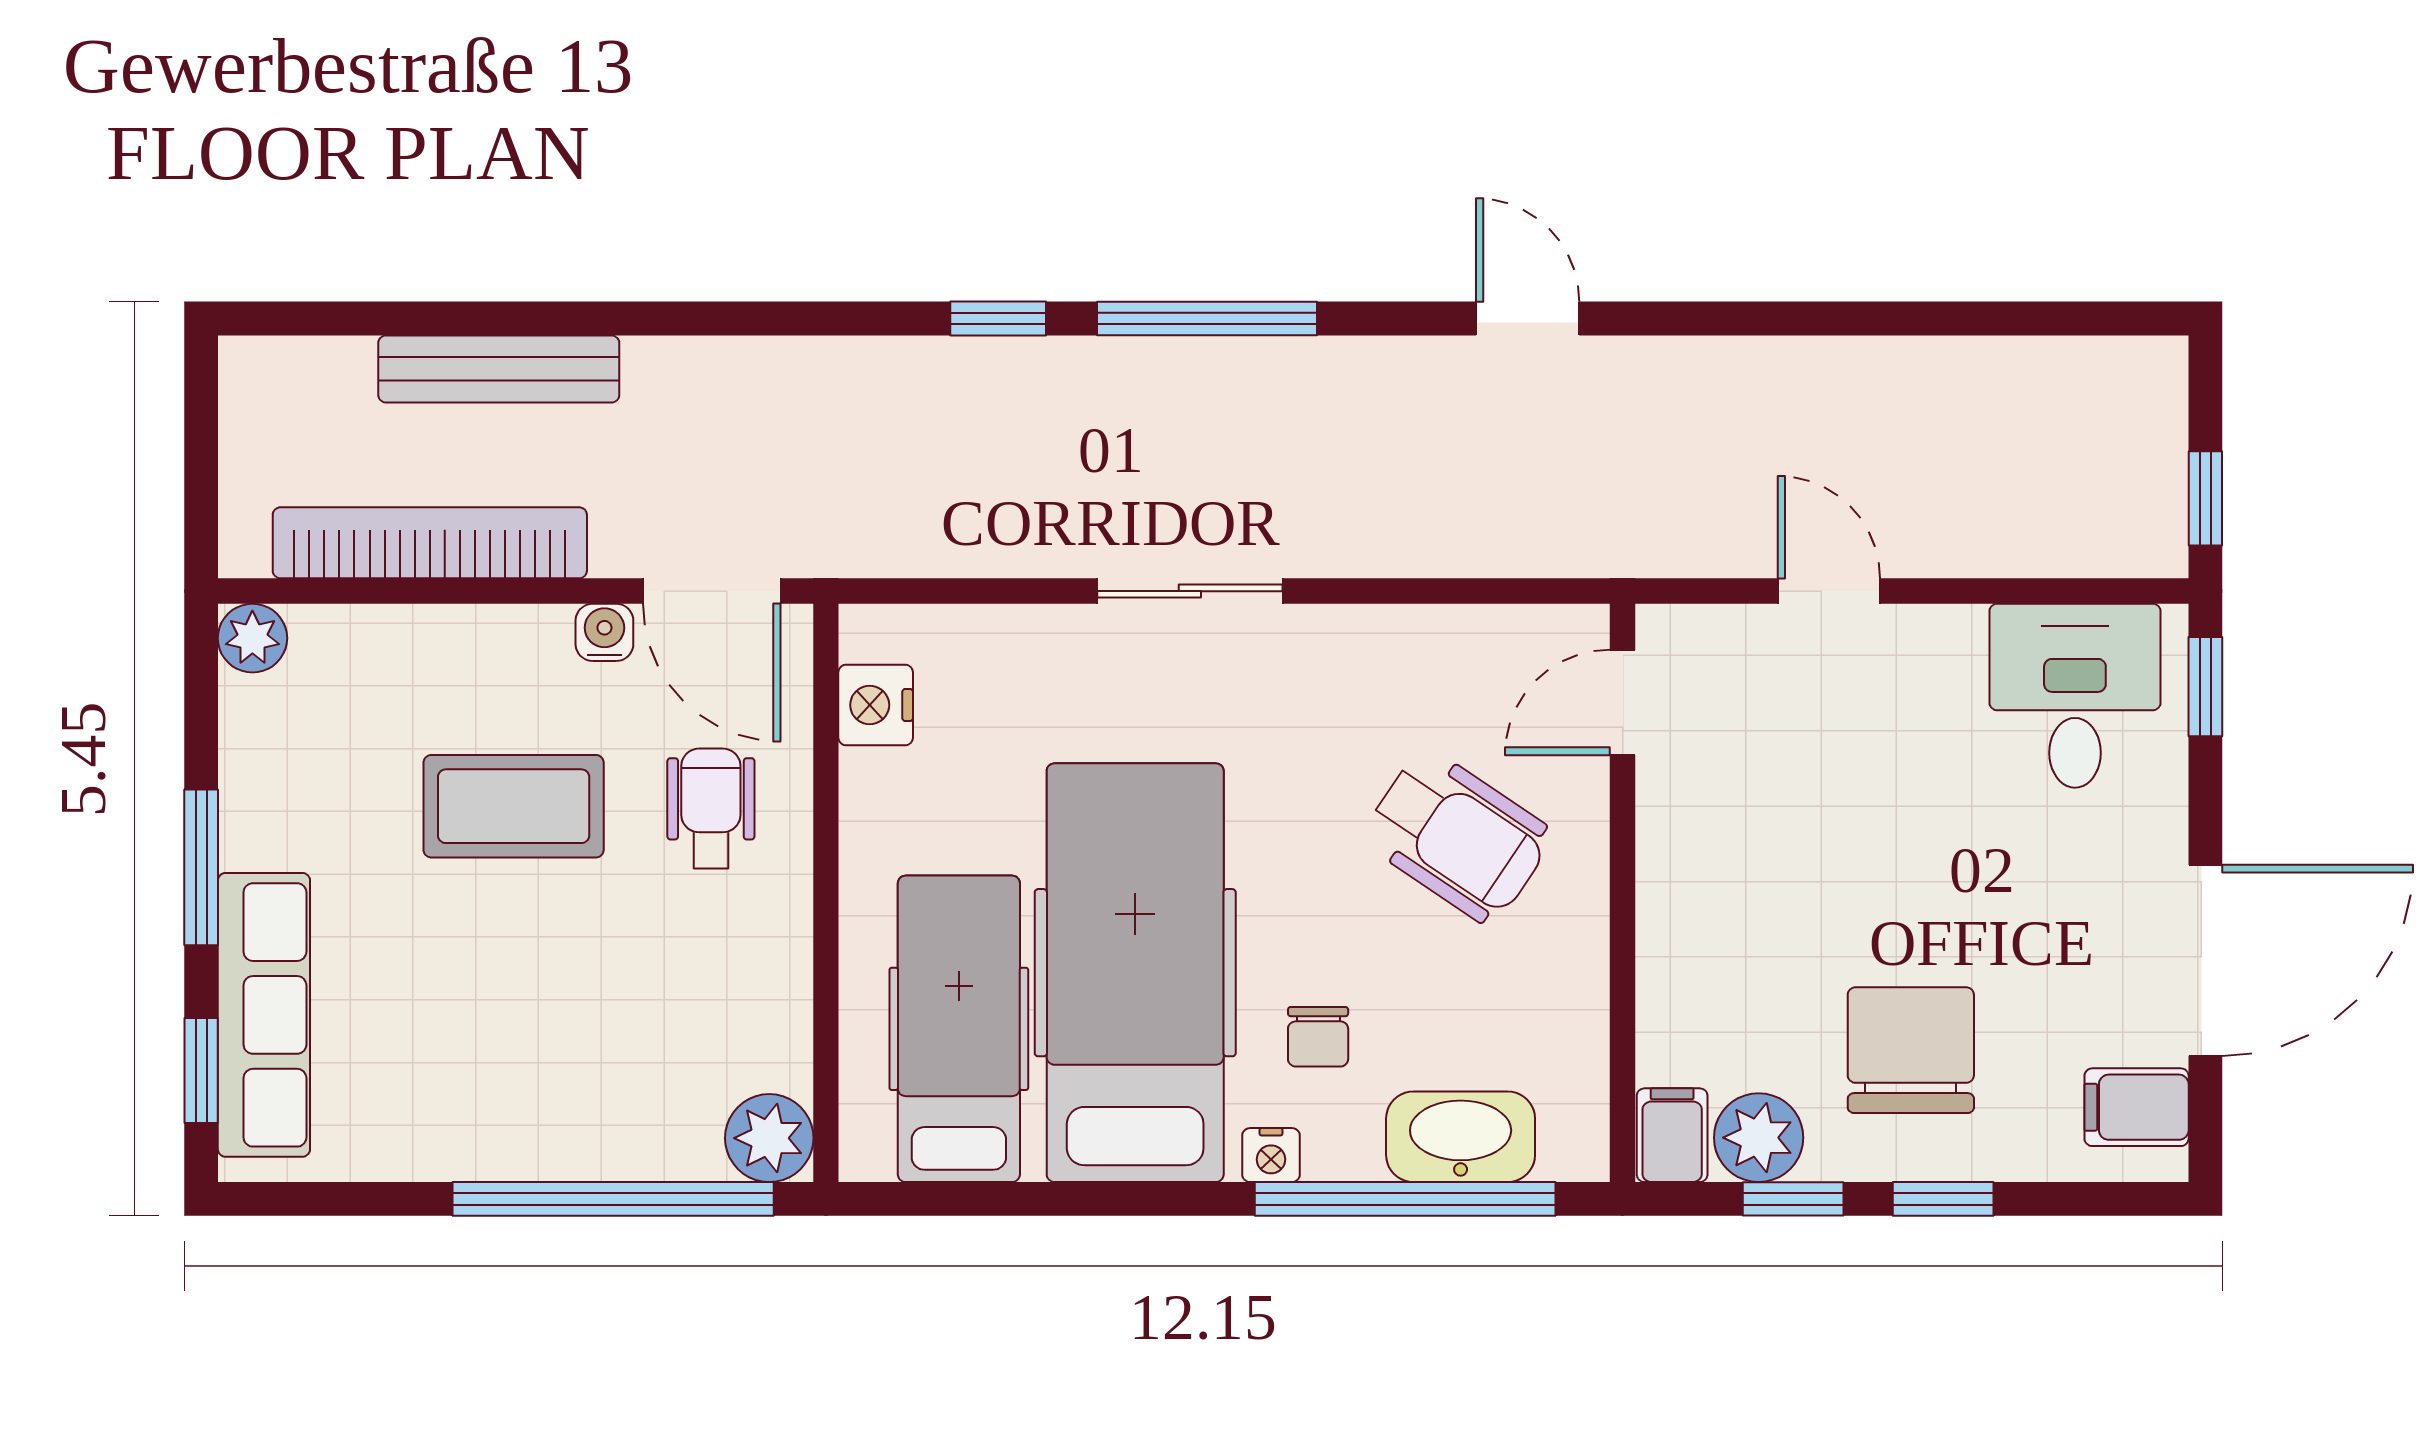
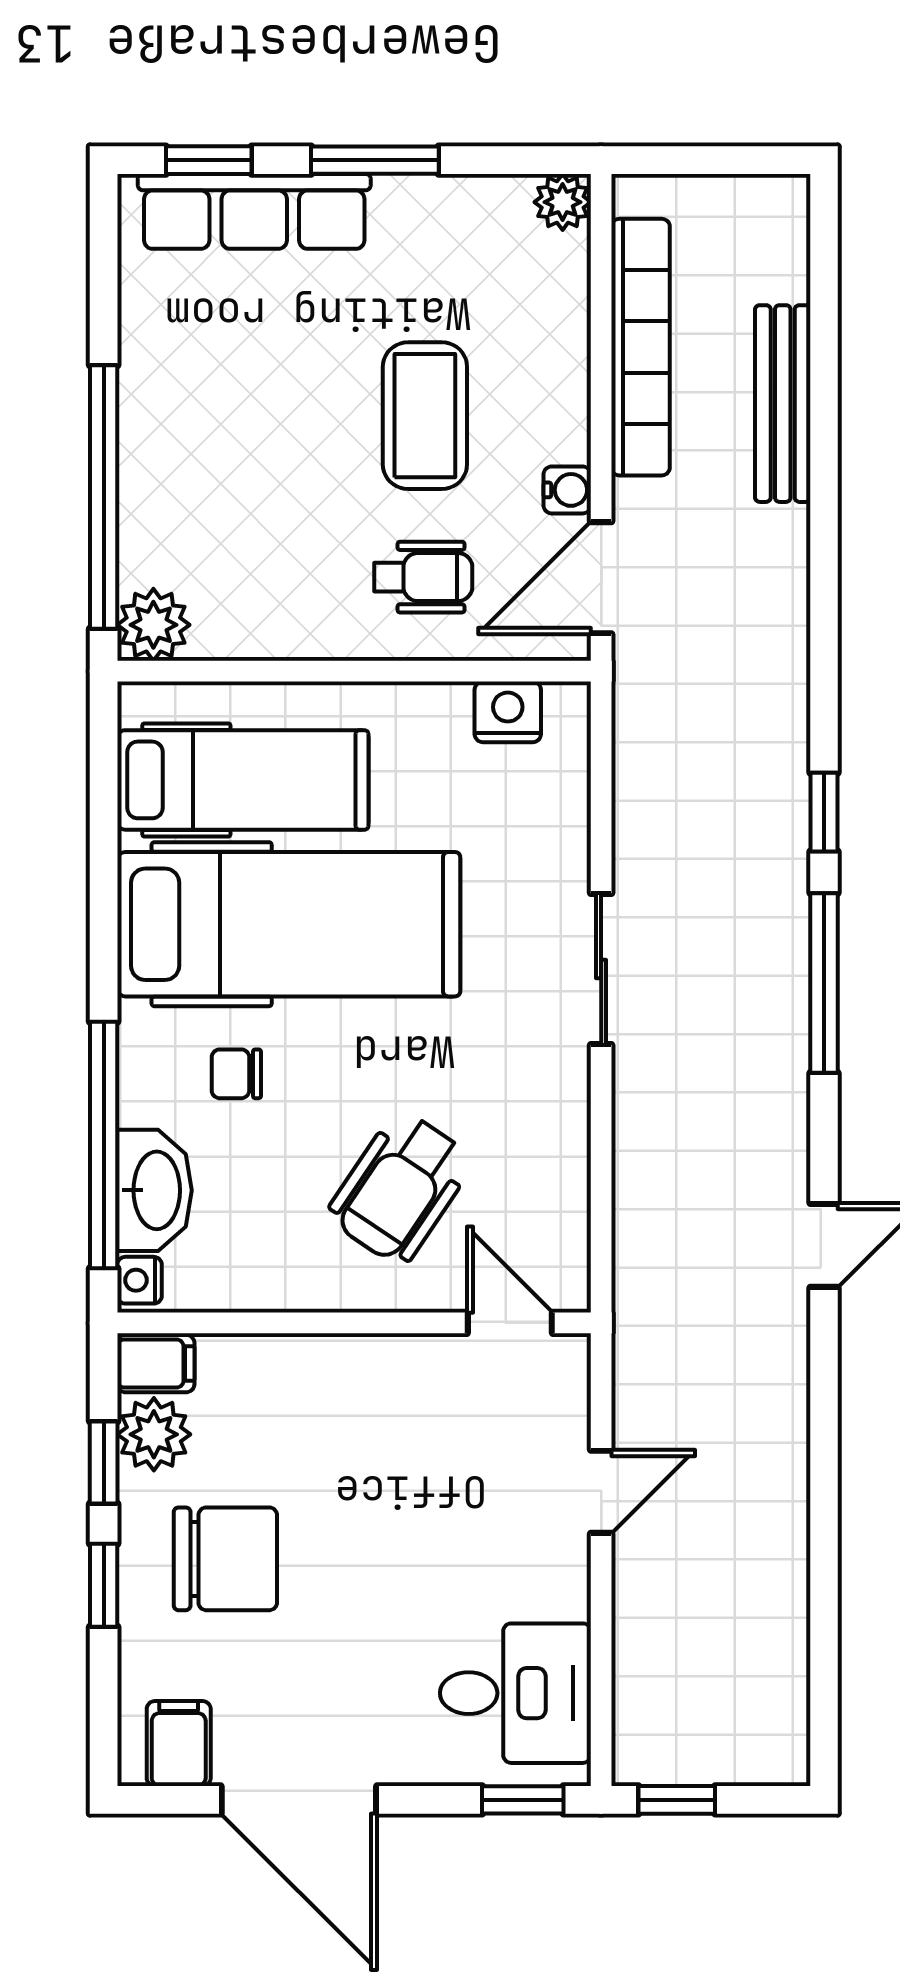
nightstand: (1271, 1155) -> (140, 1280), moved

